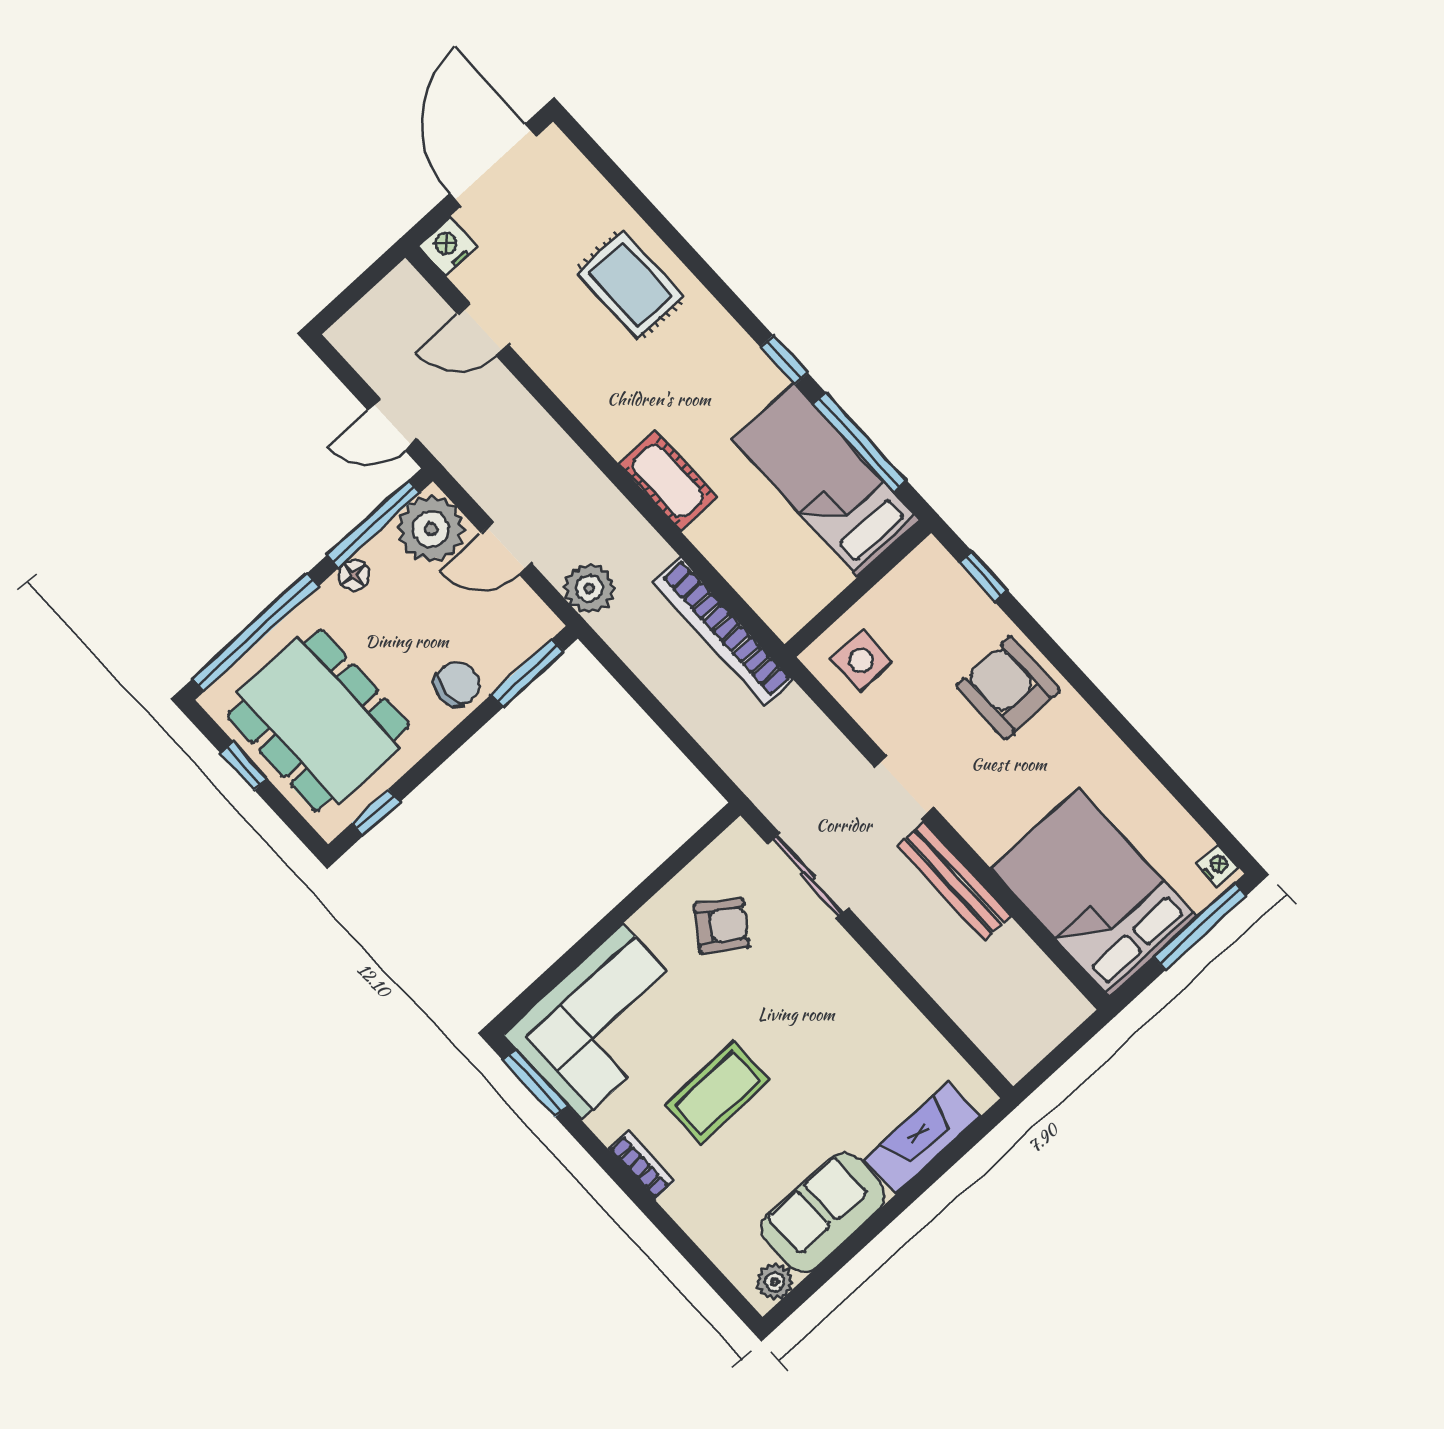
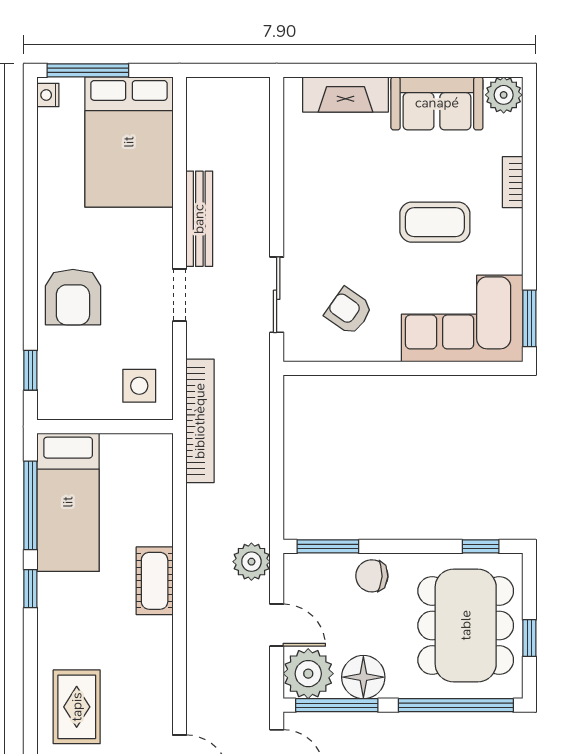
floor lamp: (354, 575) -> (363, 677), width x1.89, depth x1.89
bookcase: (723, 631) -> (200, 421), moved
bookcase: (642, 1165) -> (513, 182), moved
plant: (774, 1282) -> (504, 95), width x1.38, depth x1.38

